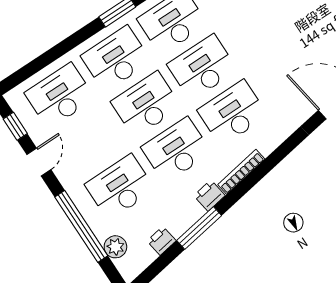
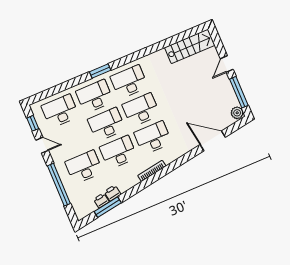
door: (39, 162) -> (42, 145), hinge flipped
printer: (209, 196) -> (113, 193), moved
window: (199, 228) -> (108, 207), moved
plant: (115, 247) -> (76, 199), removed

